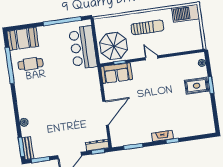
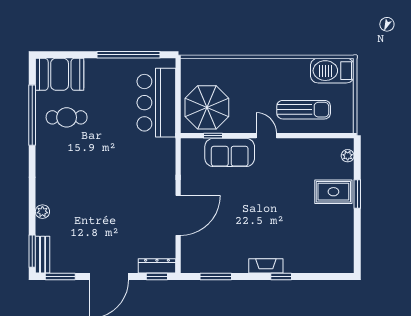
sun lounger: (147, 27) -> (304, 110), moved
sofa: (116, 73) -> (230, 152), moved

